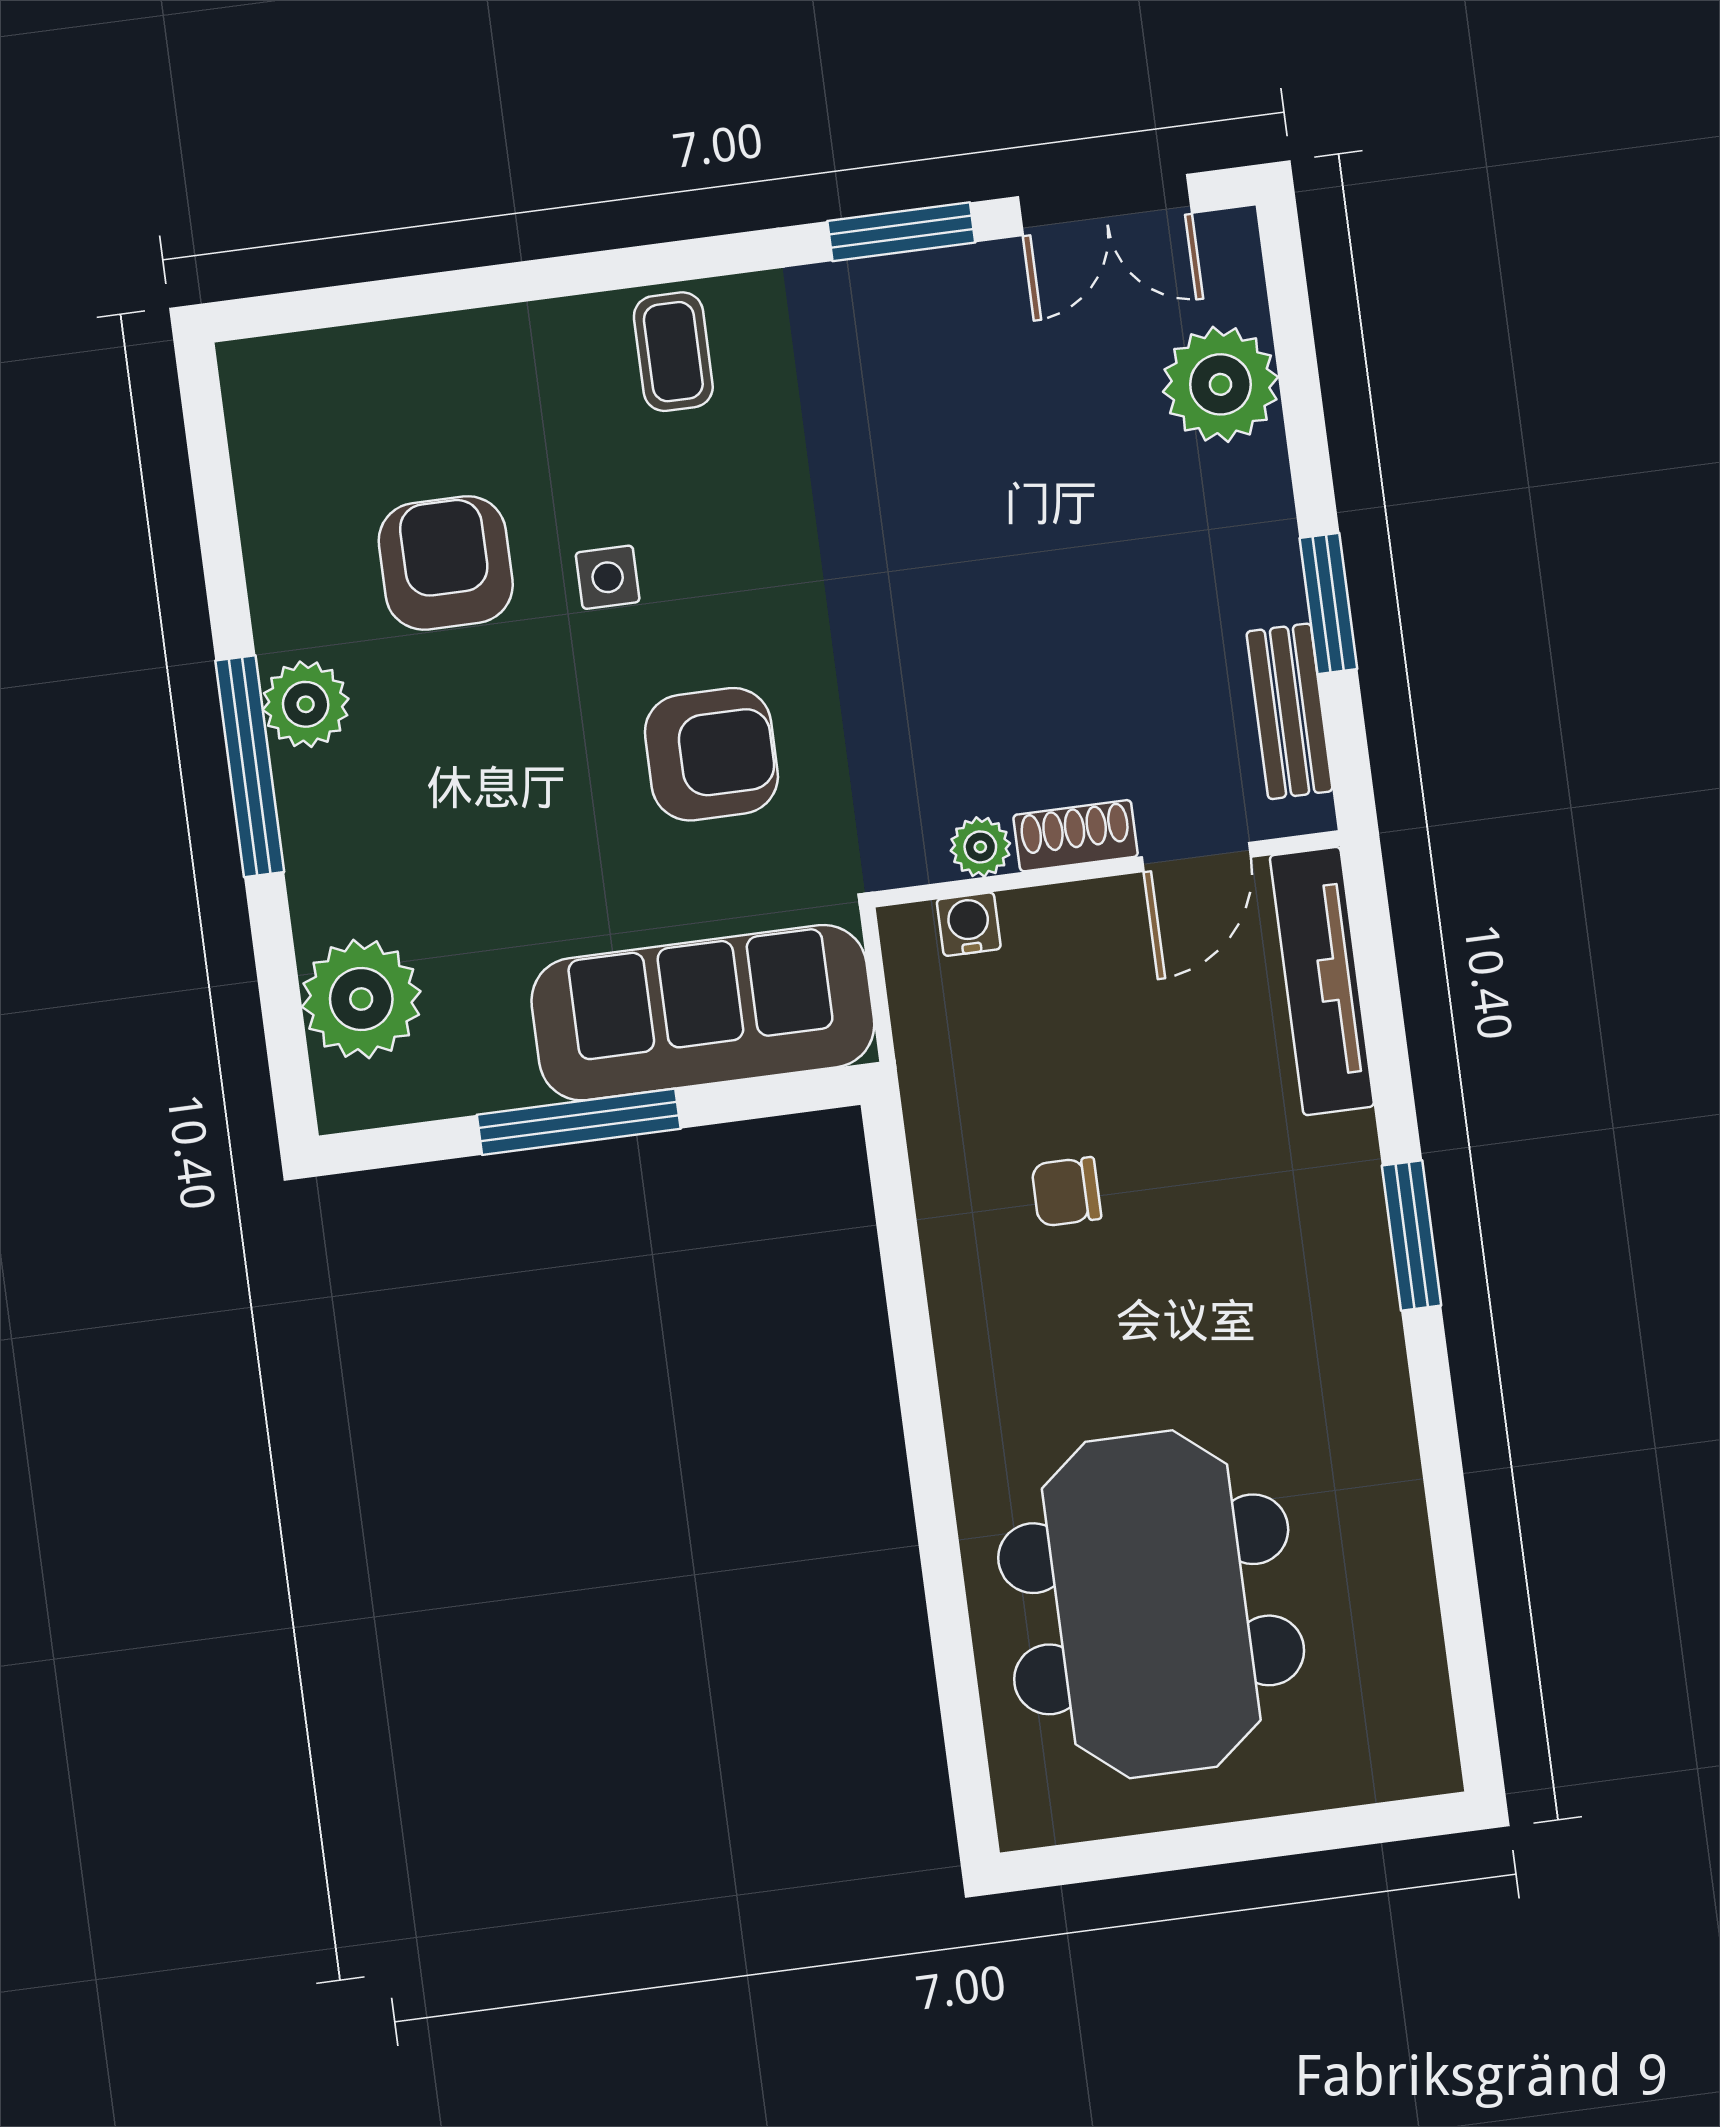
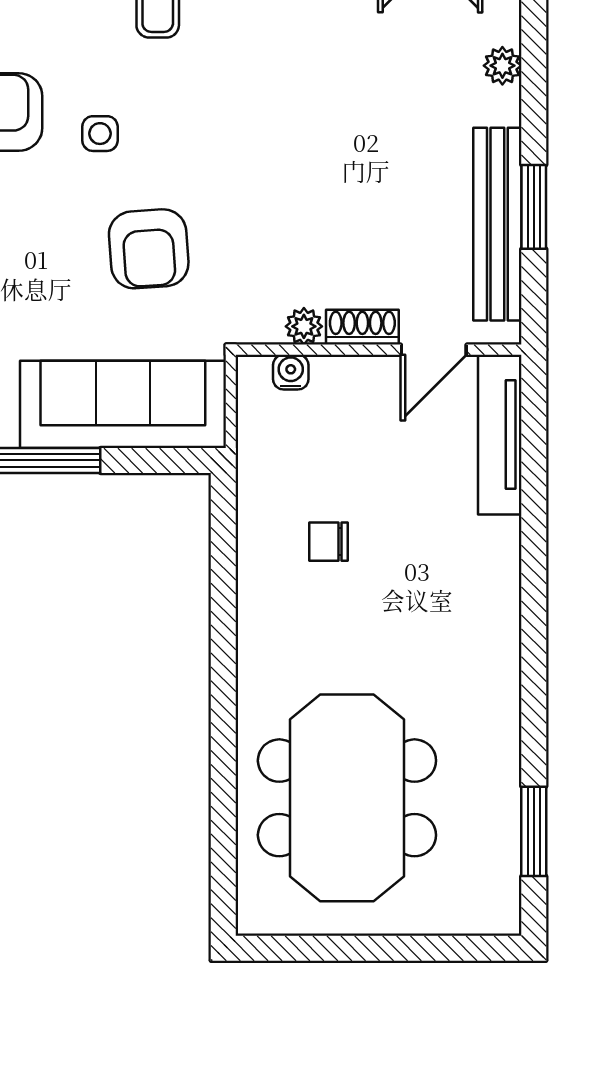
plant: (1220, 384) -> (502, 66), width x0.53, depth x0.53
bench: (1289, 711) -> (497, 224), width x1.86, depth x1.21
armchair: (711, 754) -> (149, 249), turned 86
window: (1412, 1236) -> (534, 831), moved

